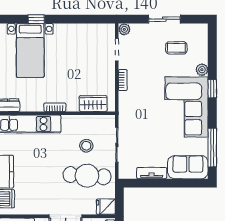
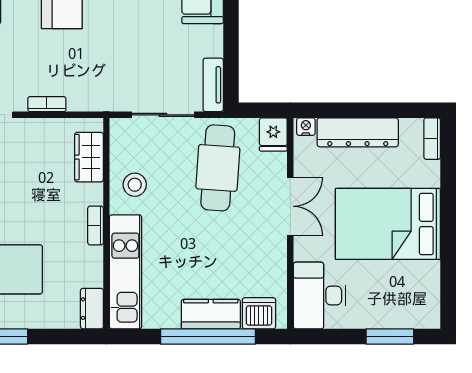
stool: (86, 146) -> (135, 185), moved
tv unit: (152, 173) -> (213, 85), moved

